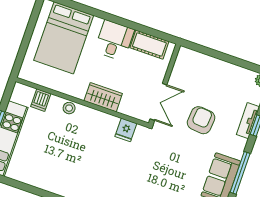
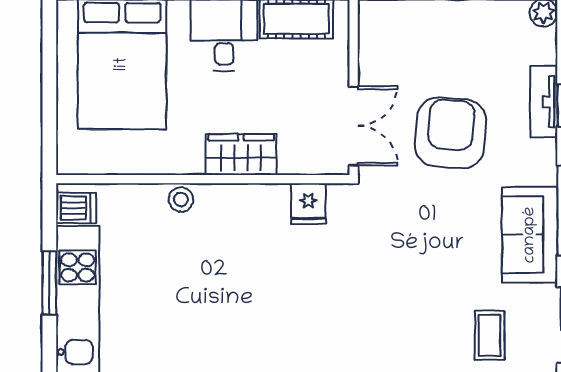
dishwasher: (41, 100) -> (76, 208), moved, turned -90
armchair: (201, 120) -> (451, 133), width x1.36, depth x1.36

